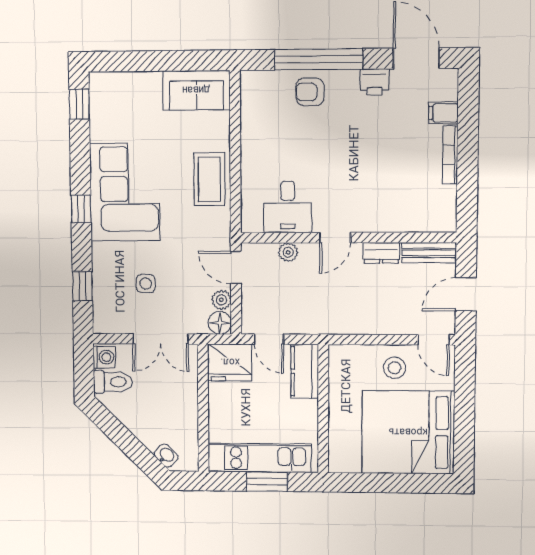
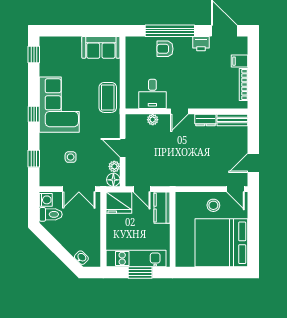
desk: (288, 207) -> (152, 94), moved
door: (335, 238) -> (179, 111), moved
wall: (348, 238) -> (187, 111), moved
plant: (288, 252) -> (153, 120), moved
dresser: (381, 253) -> (205, 120), moved
bench: (429, 253) -> (232, 120), moved

